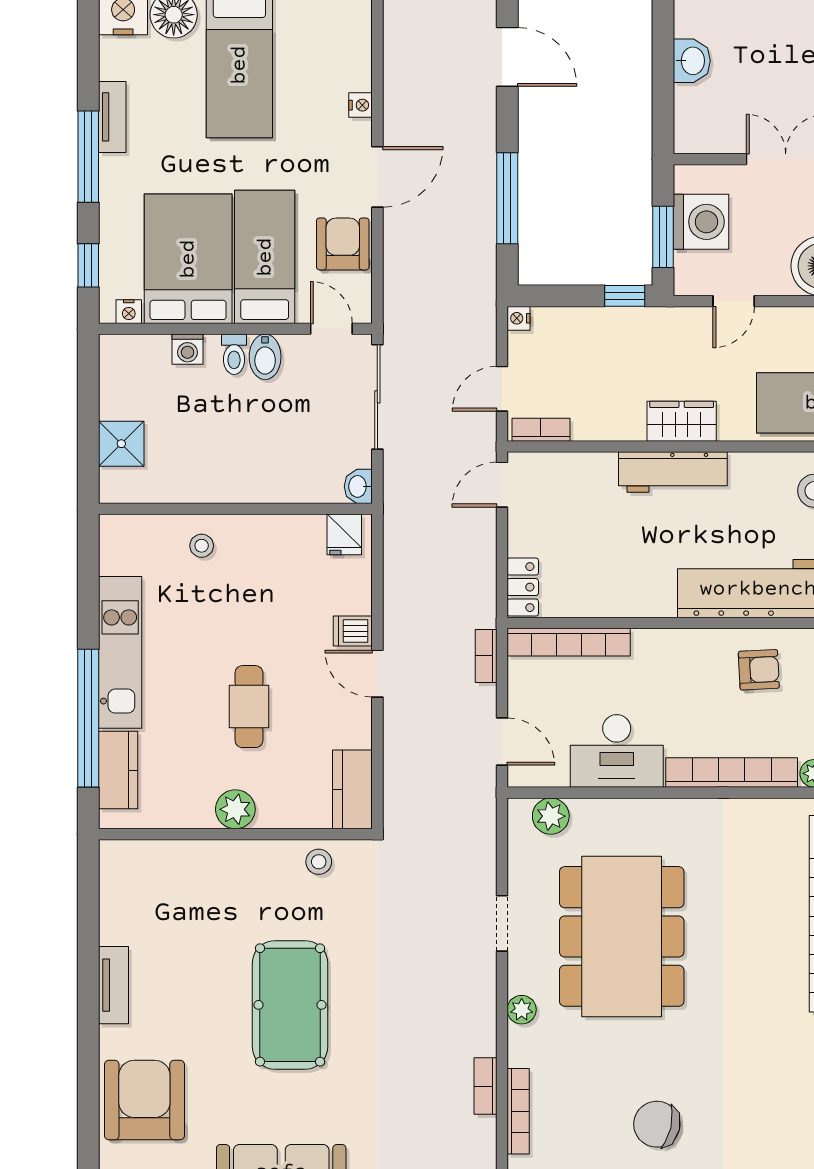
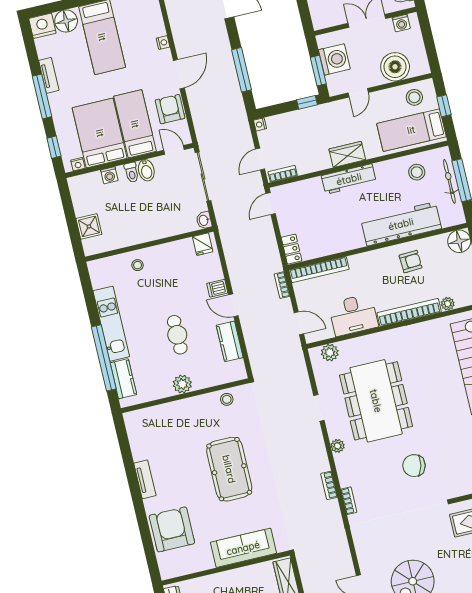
kitchen counter: (352, 789) -> (230, 341), moved
bookcase: (518, 1111) -> (349, 501), width x0.64
chair: (657, 1124) -> (414, 466), moved

